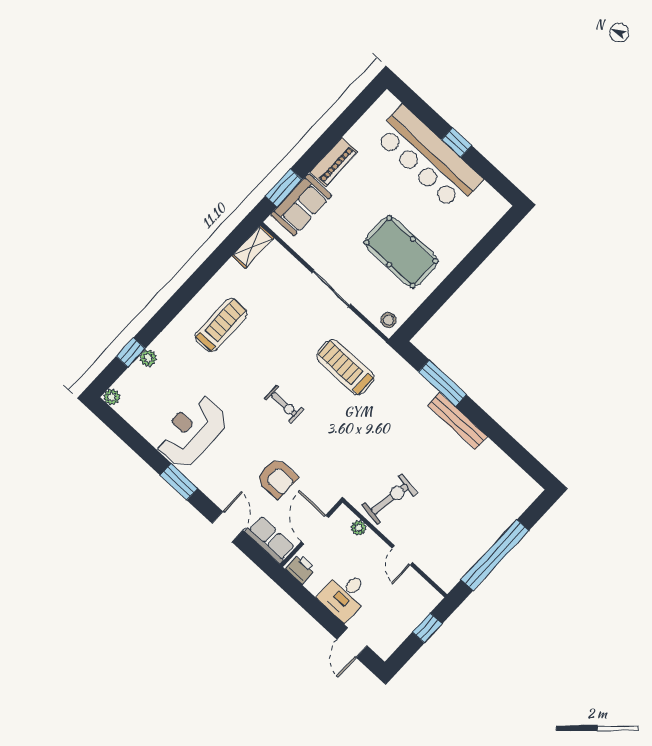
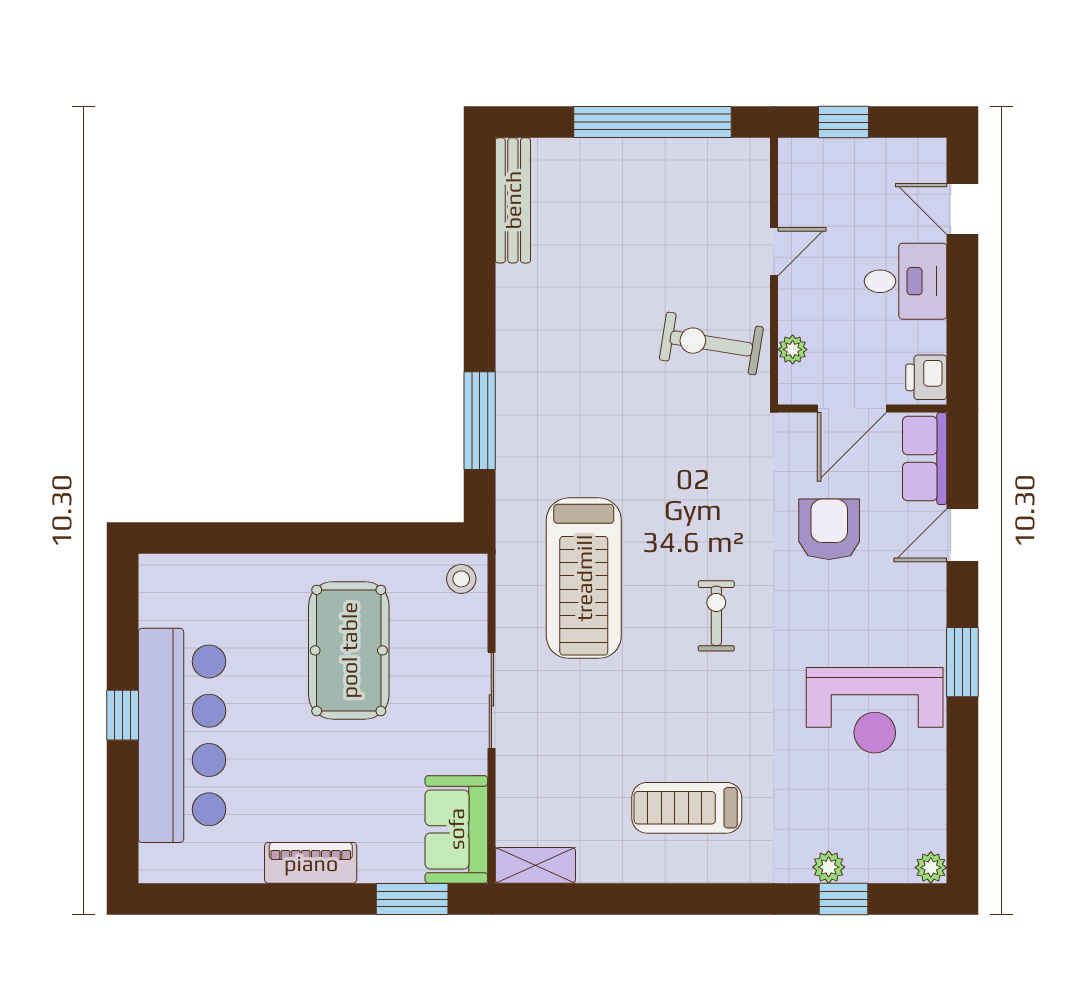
sofa: (301, 205) -> (456, 829), moved, turned -90
treadmill: (345, 367) -> (584, 578), width x1.37, depth x1.38
bench: (457, 421) -> (513, 200), moved
door: (352, 643) -> (962, 209), swing flipped

